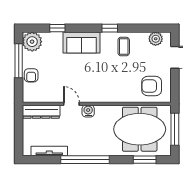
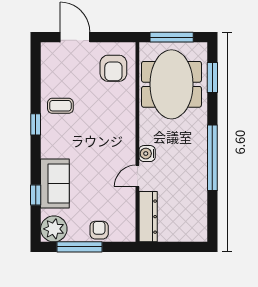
plant: (156, 39) -> (50, 63), removed
sofa: (81, 42) -> (55, 183), moved
armchair: (31, 75) -> (99, 230), turned -90
tv unit: (49, 151) -> (201, 206), removed

